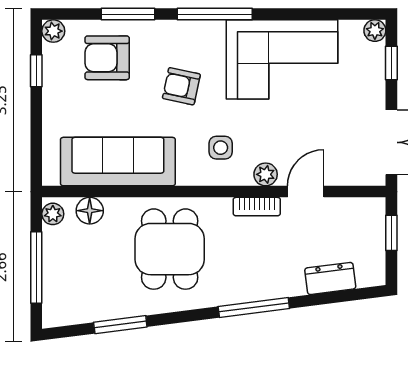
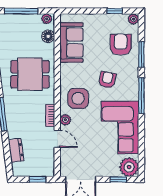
plant: (375, 31) -> (129, 167), width x1.87, depth x1.87
side table: (221, 148) -> (78, 98), width x1.87, depth x1.87
sofa: (118, 162) -> (71, 42), width x0.73

